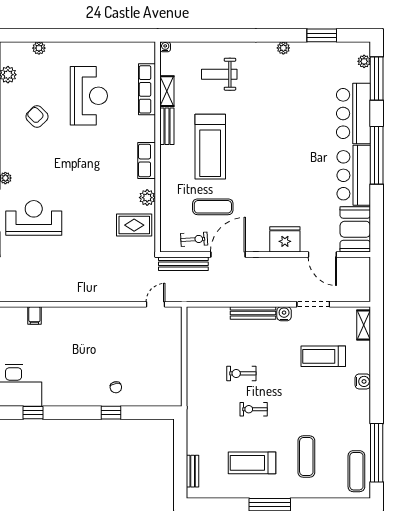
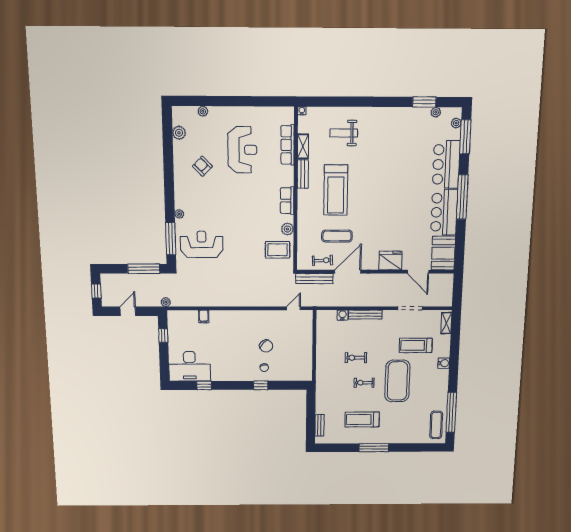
plant: (283, 48) -> (436, 112), moved
water cooler: (284, 314) -> (343, 315), moved
chair: (118, 357) -> (266, 346), added
exercise mat: (306, 457) -> (397, 381), moved, width x2.00, depth x1.45

